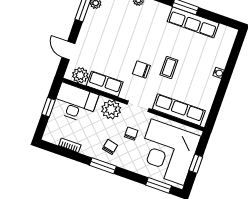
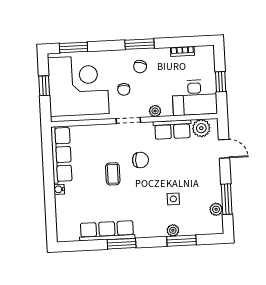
side table: (127, 26) -> (173, 199), added
plant: (111, 109) -> (155, 111), width x0.53, depth x0.53
row of seats: (179, 110) -> (61, 155), moved, turned -90

